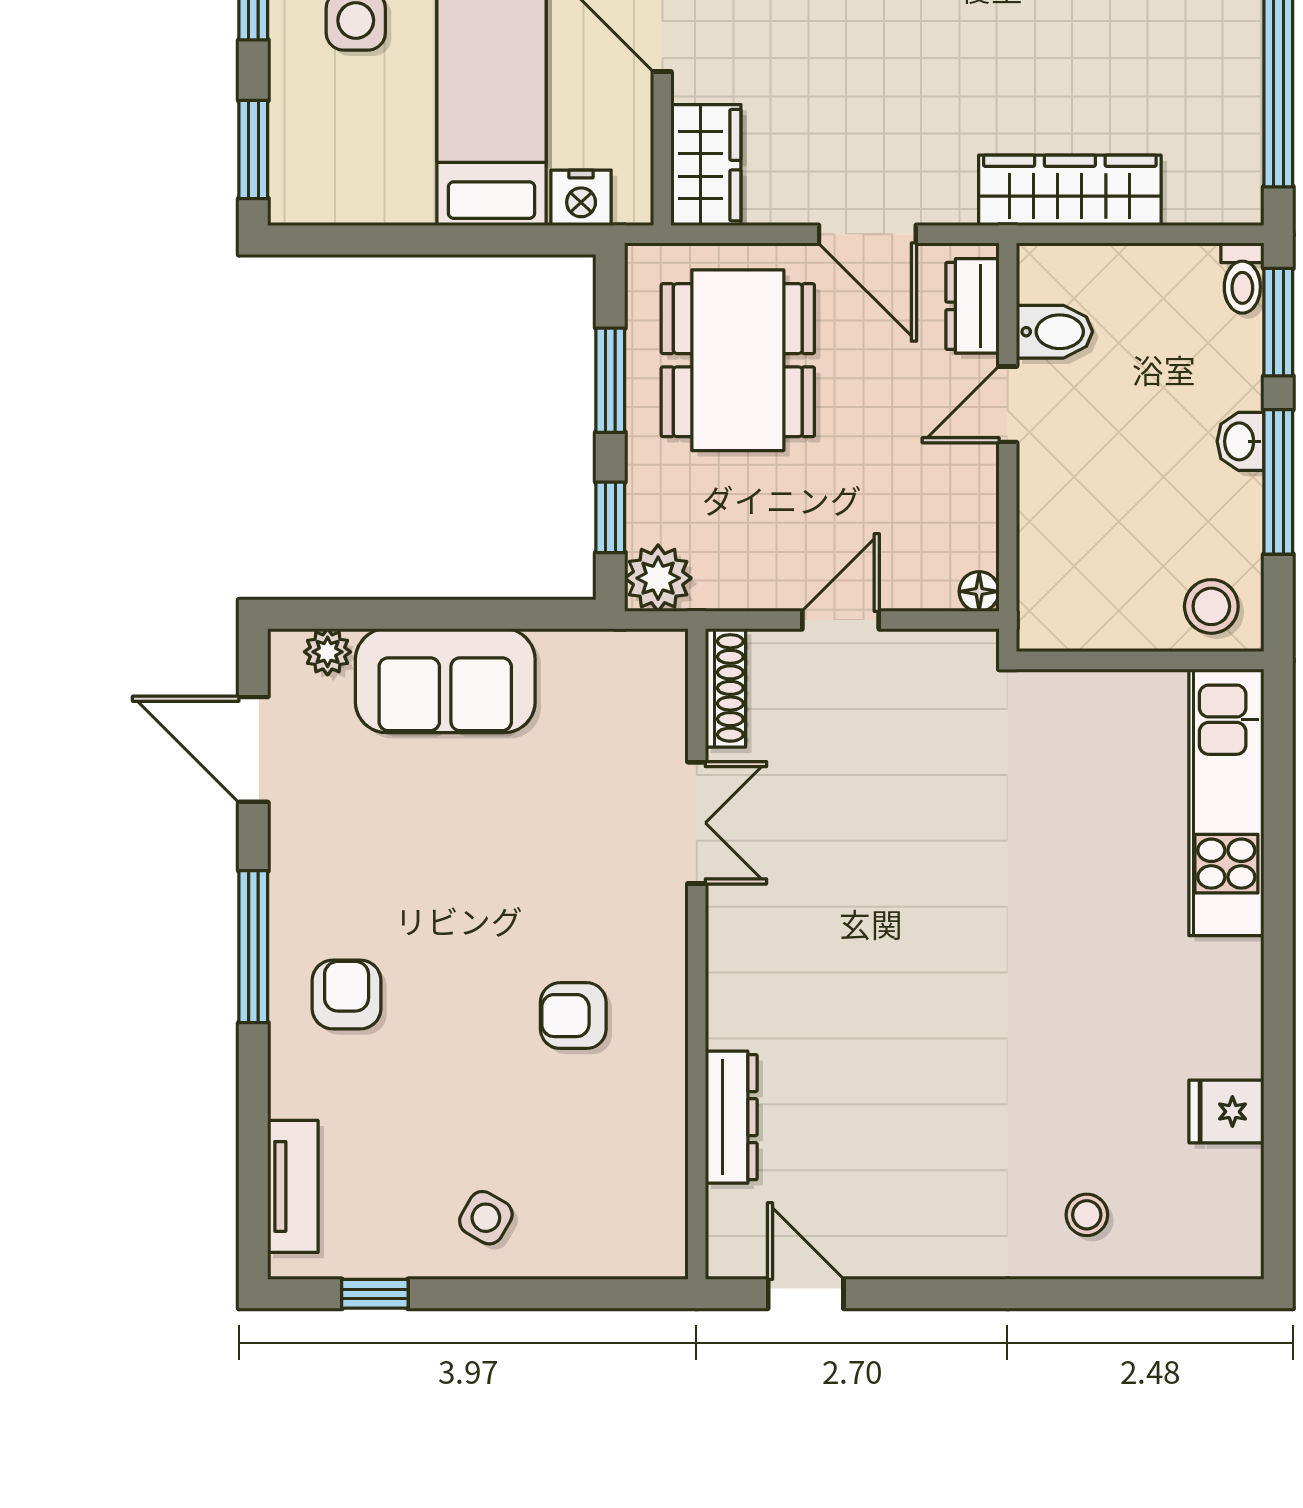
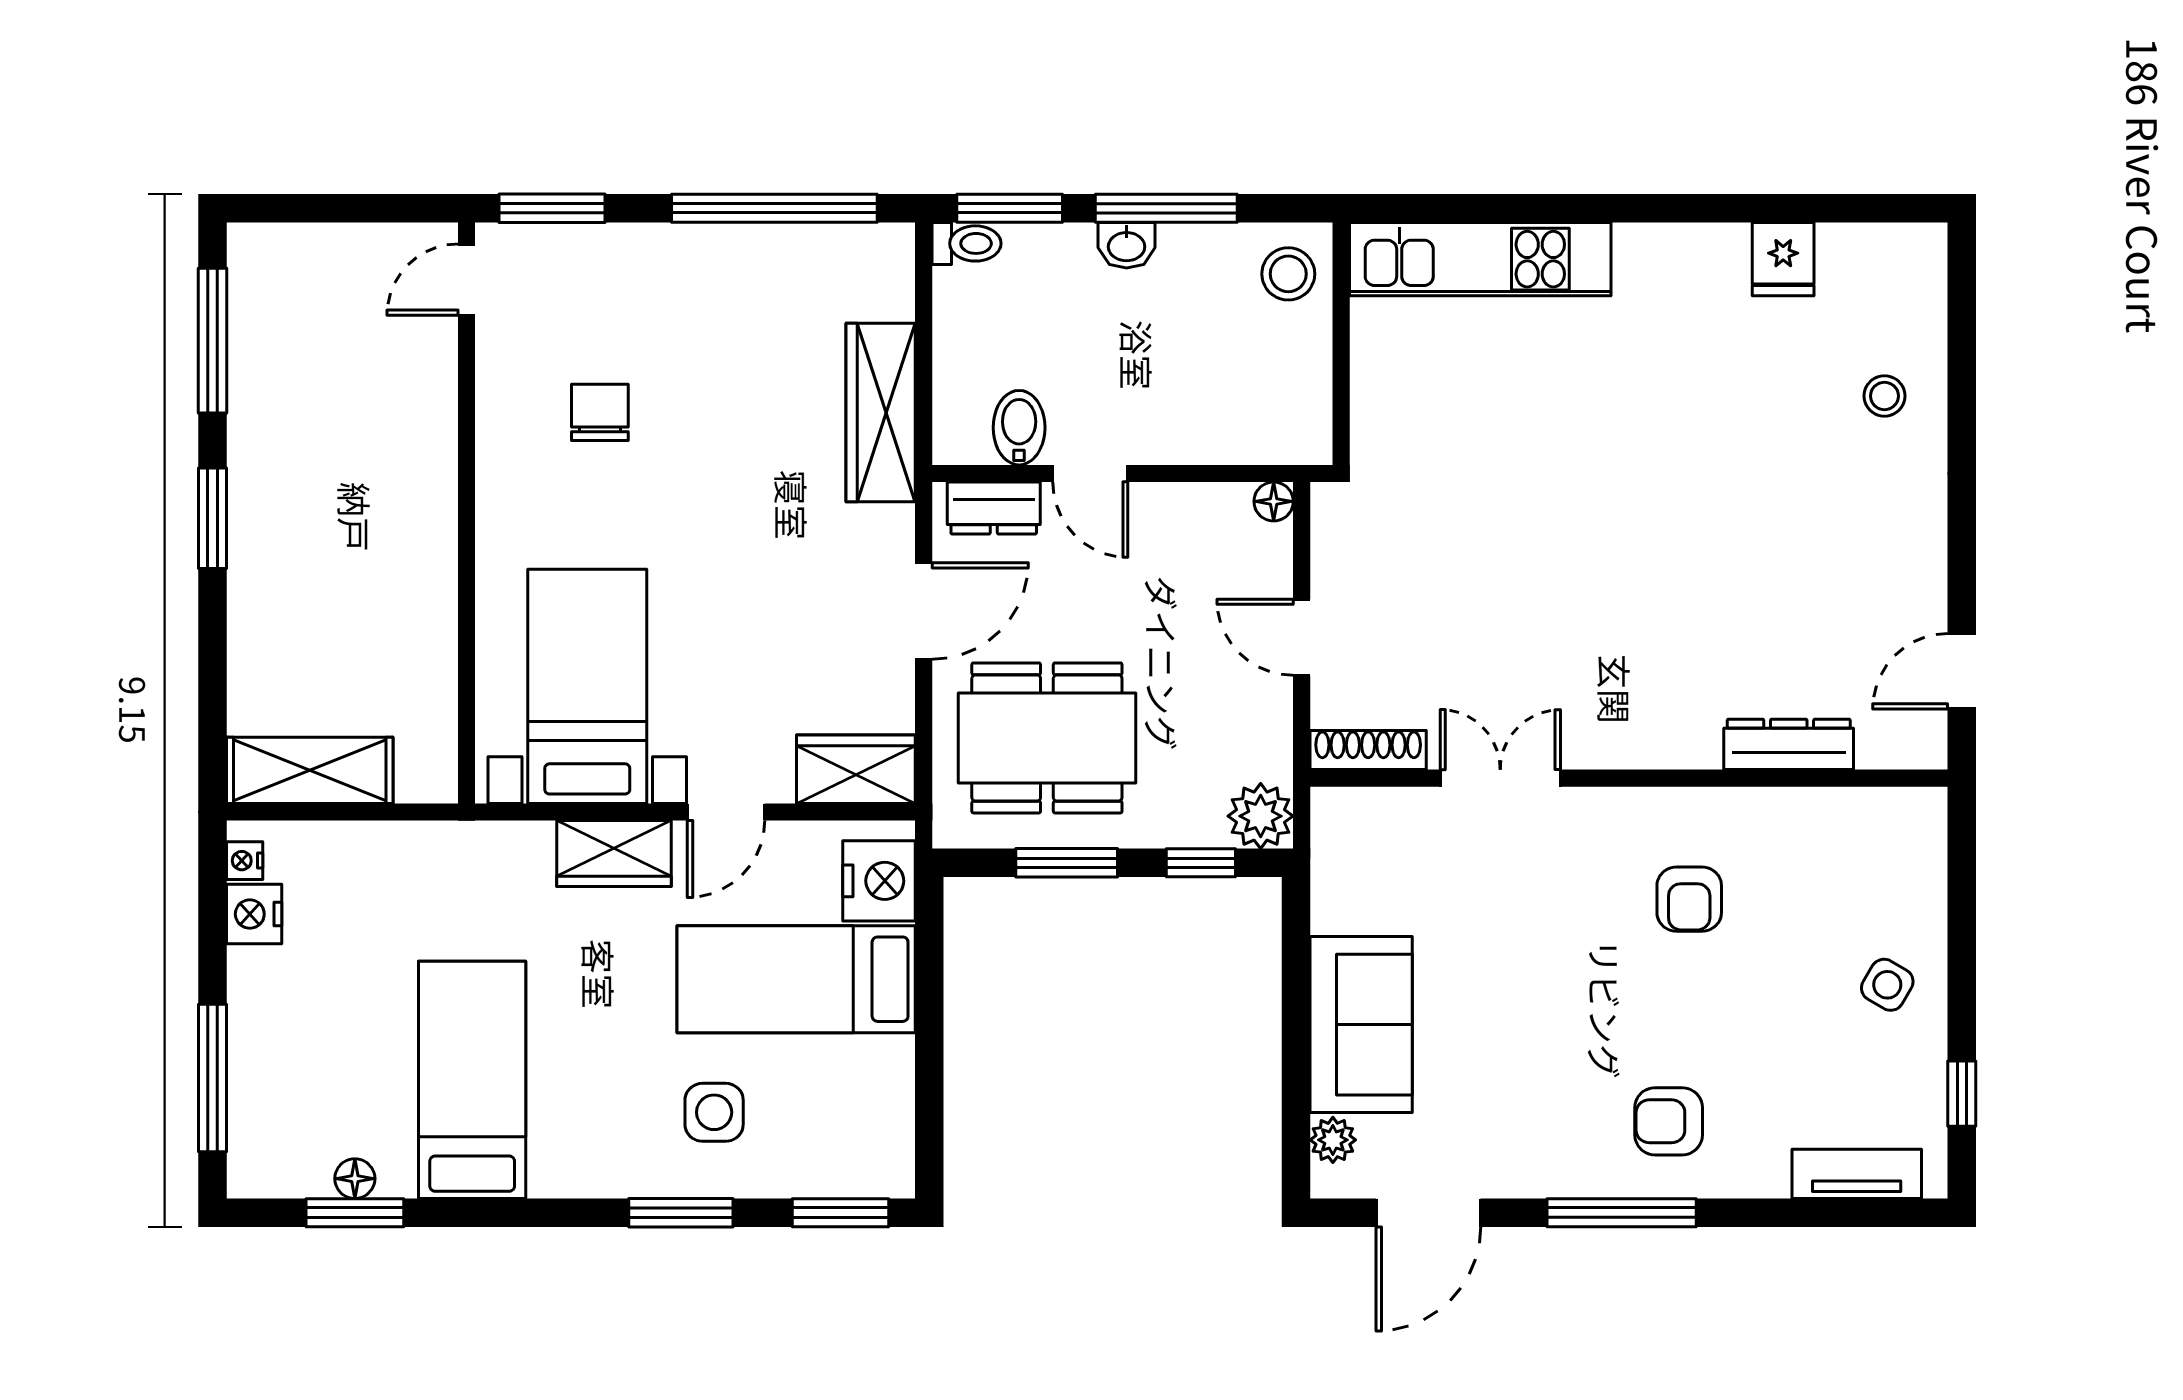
nightstand: (581, 198) -> (879, 881), width x1.36, depth x1.33

